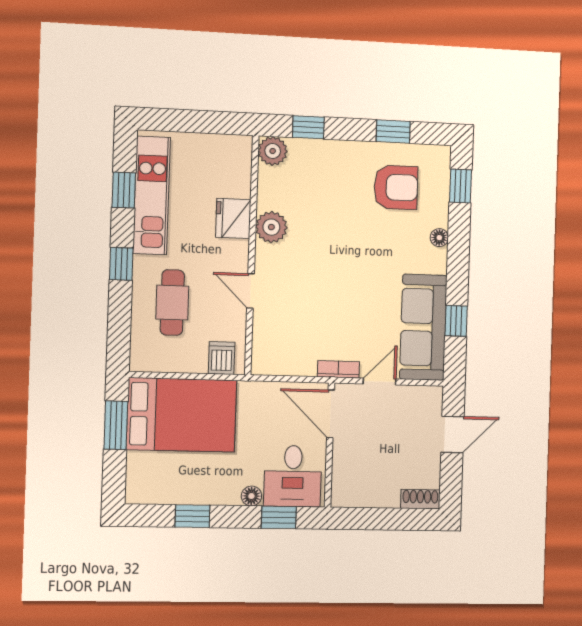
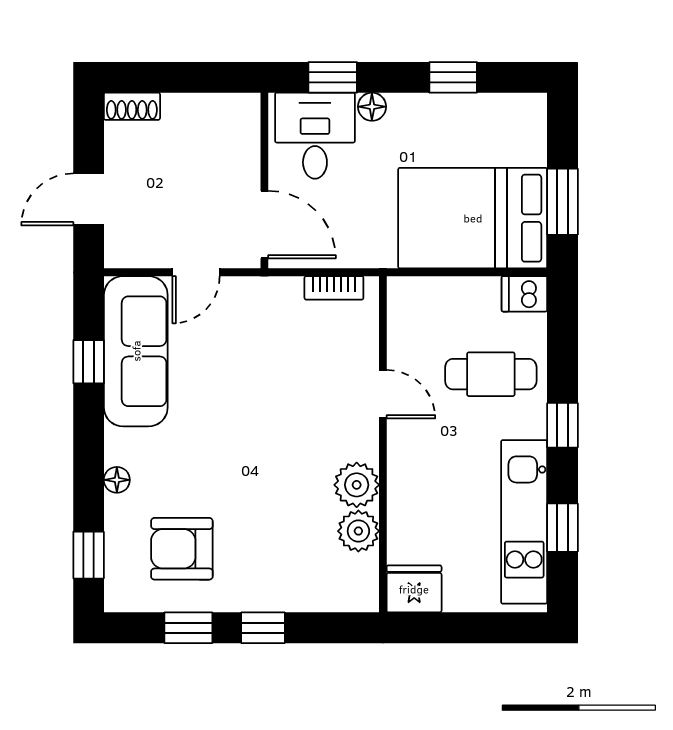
window: (308, 127) -> (263, 628), moved
plant: (273, 151) -> (358, 531), moved
fridge: (233, 218) -> (414, 589), moved, turned -90
cafe table: (172, 302) -> (491, 374), turned 90
dishwasher: (222, 358) -> (524, 294), moved, turned 90
bookcase: (338, 369) -> (334, 288), moved

